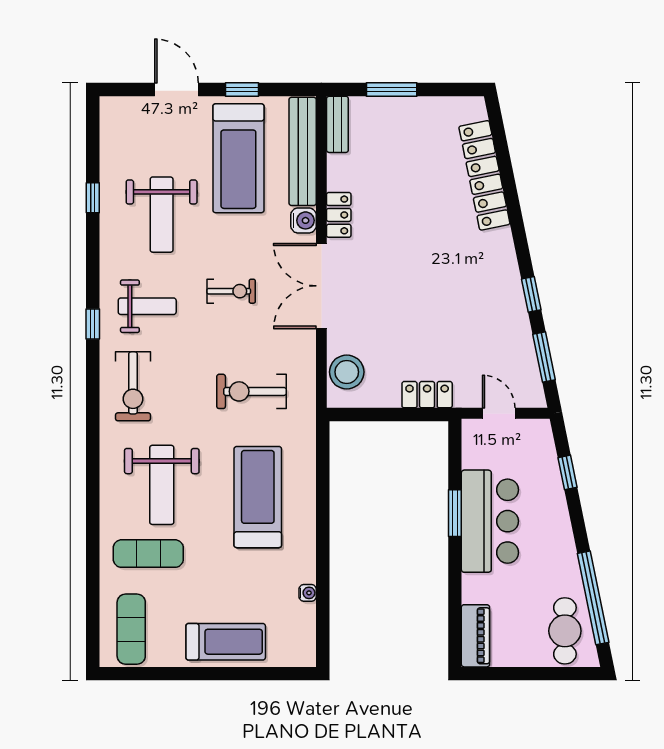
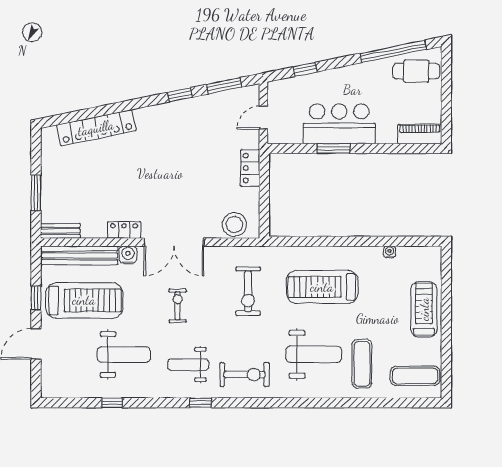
weight bench: (147, 306) -> (188, 365), turned -90

